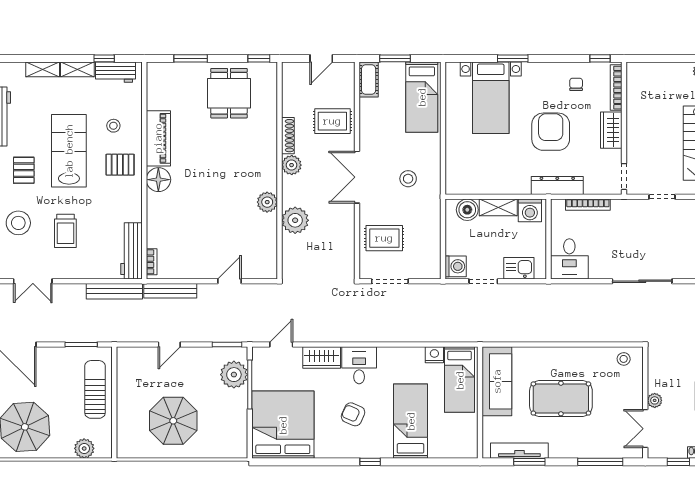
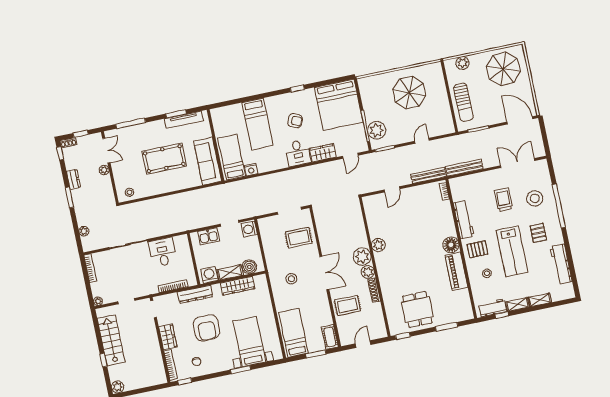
wardrobe: (491, 185) -> (238, 286), added
plant: (295, 220) -> (362, 257), moved
workbench: (131, 251) -> (464, 220), moved
desk: (569, 259) -> (163, 252), moved
double door: (33, 281) -> (518, 163), width x1.37
window: (370, 462) -> (297, 89), moved

